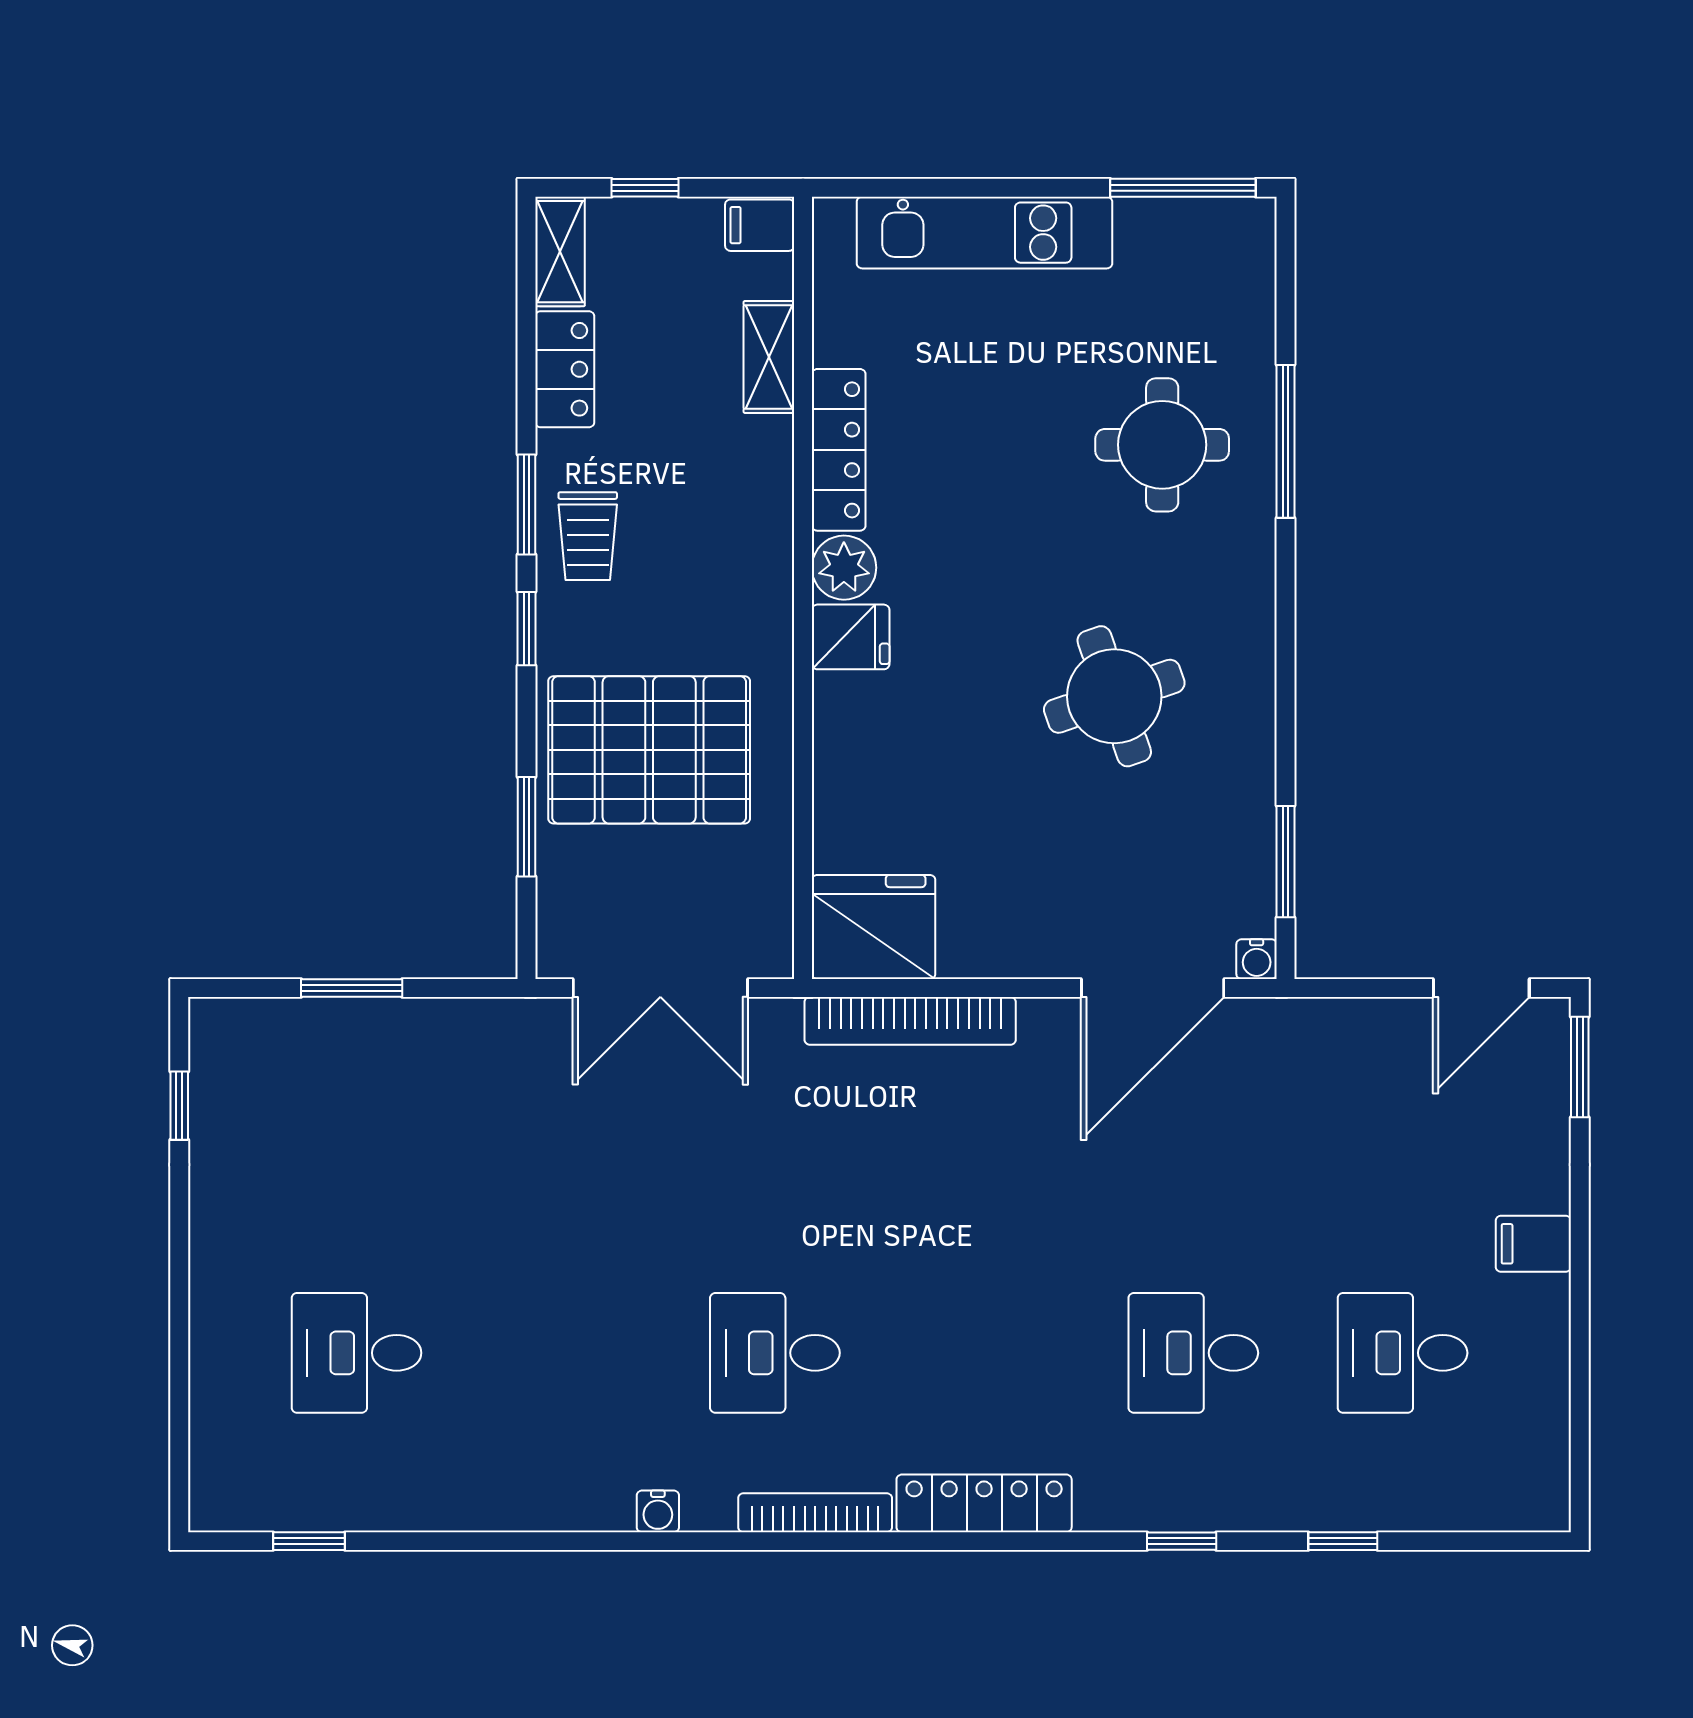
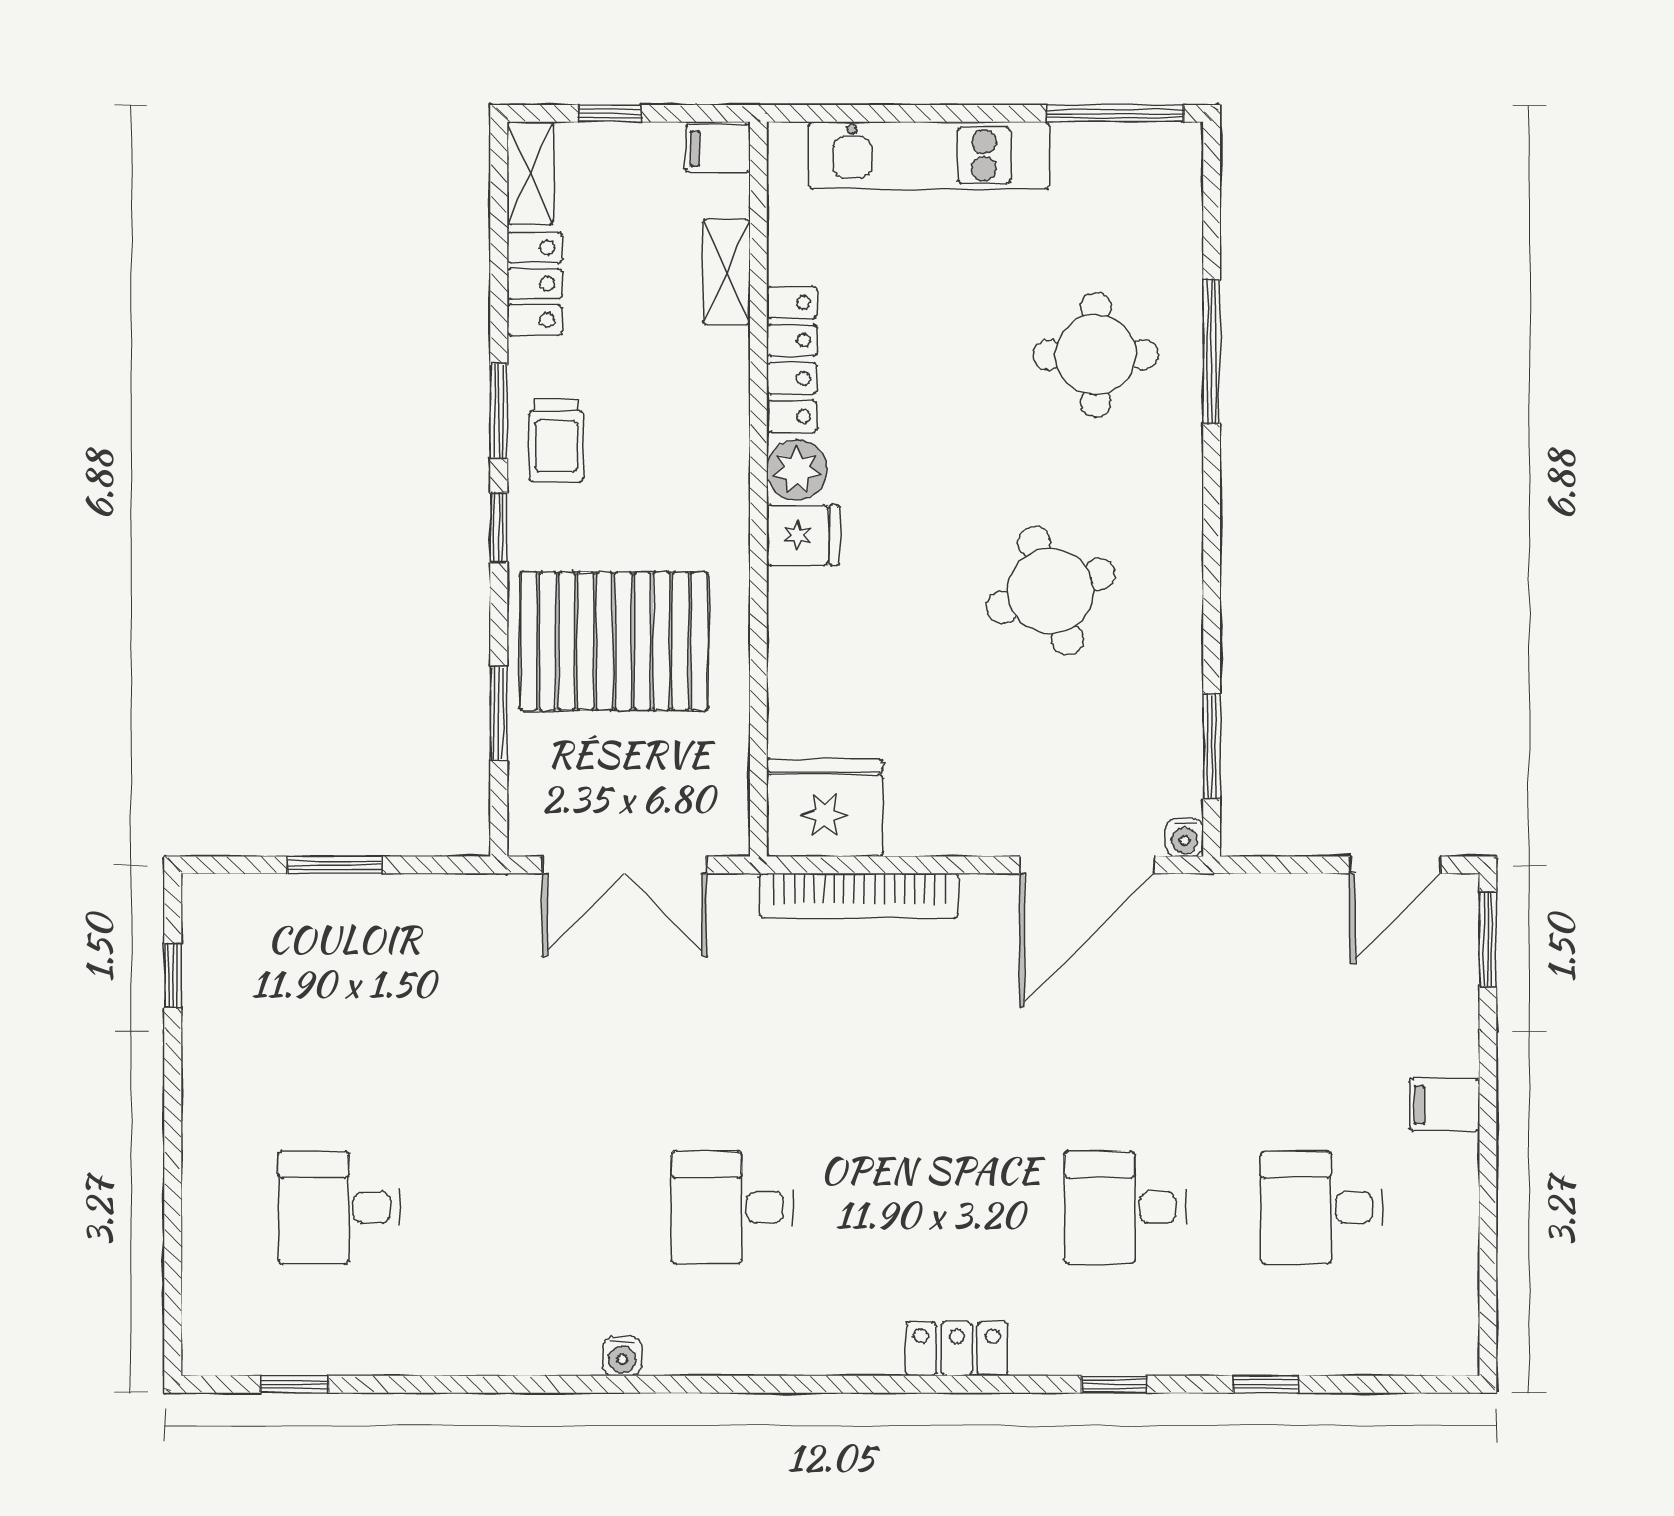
locker: (984, 1503) -> (957, 1349), width x0.66
bookcase: (815, 1513) -> (770, 1358), removed

